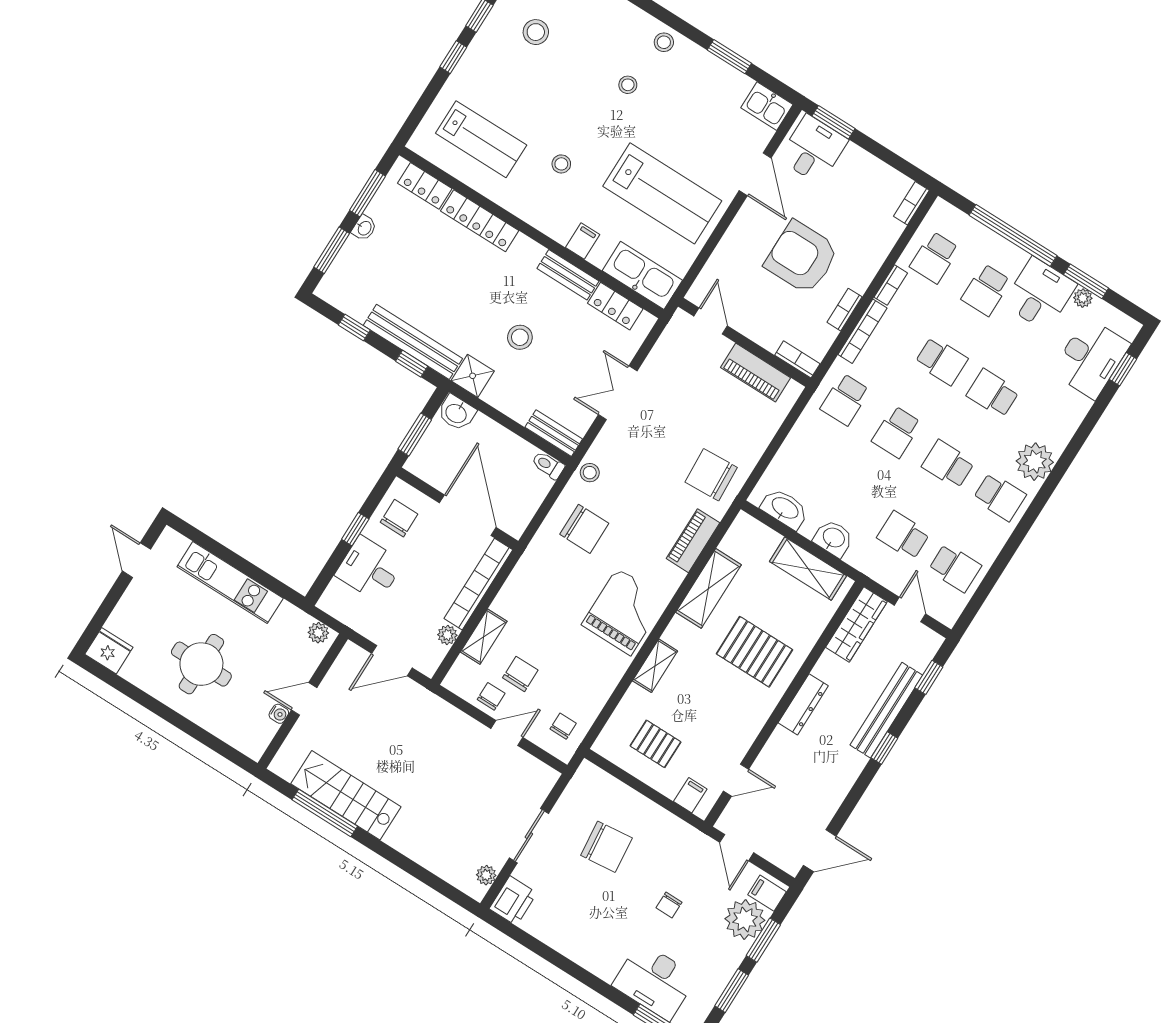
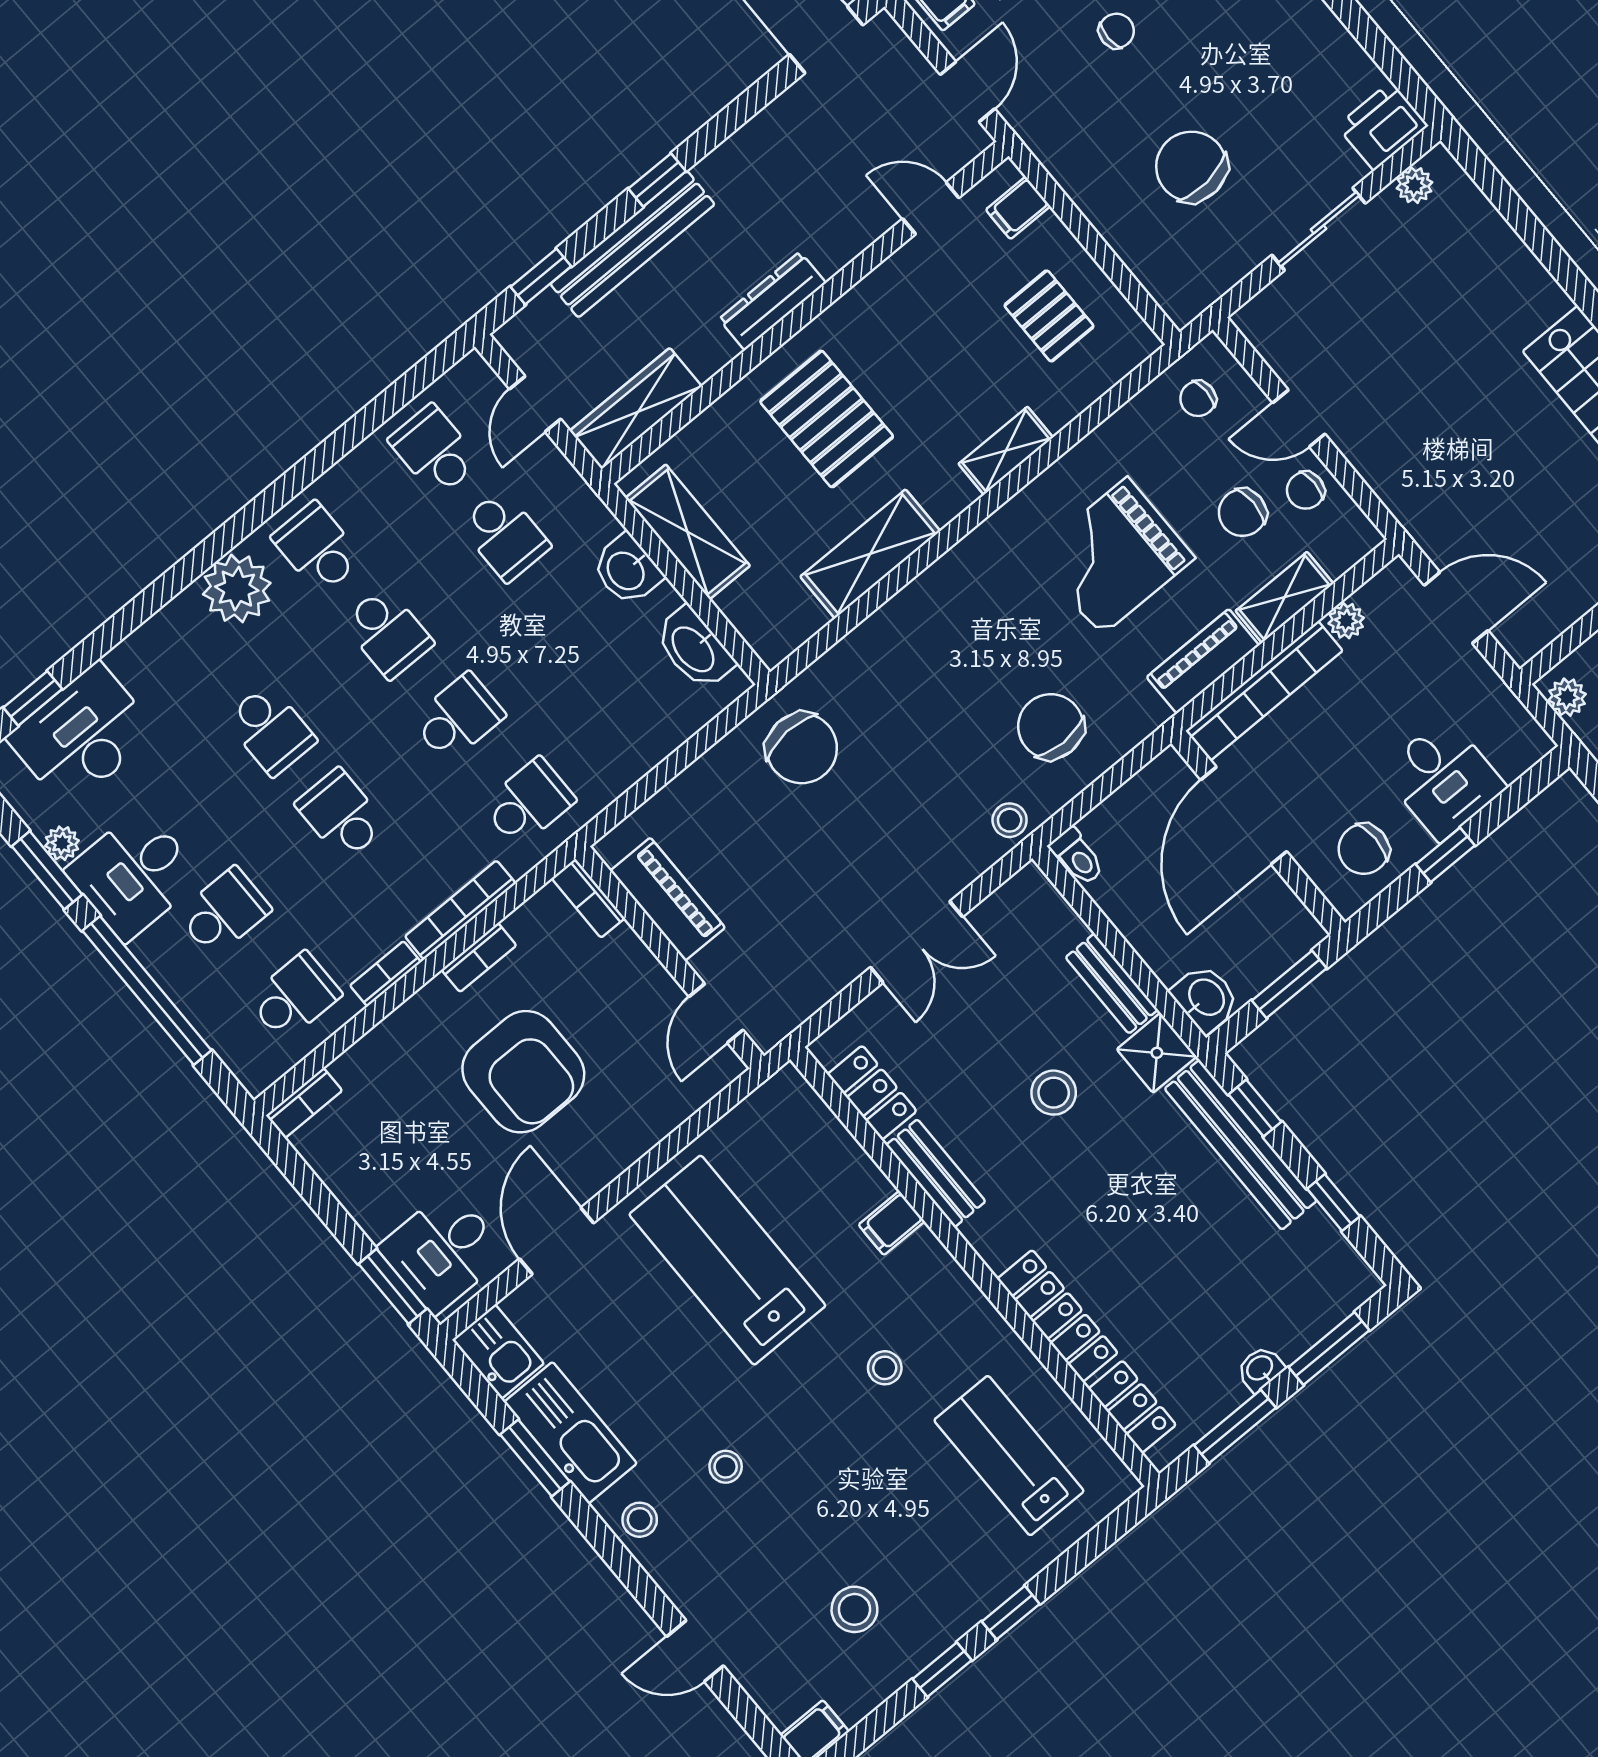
kitchen sink: (642, 275) -> (570, 1433), moved, turned 180
bench: (554, 433) -> (1112, 983), moved
piano: (693, 541) -> (1203, 661), moved, turned 180
grand piano: (624, 612) -> (1114, 556), moved

